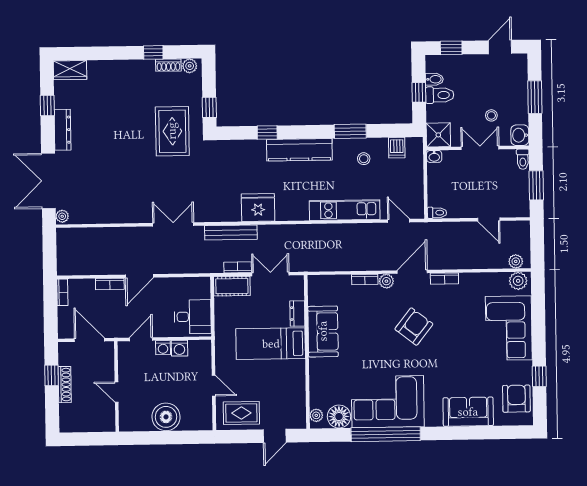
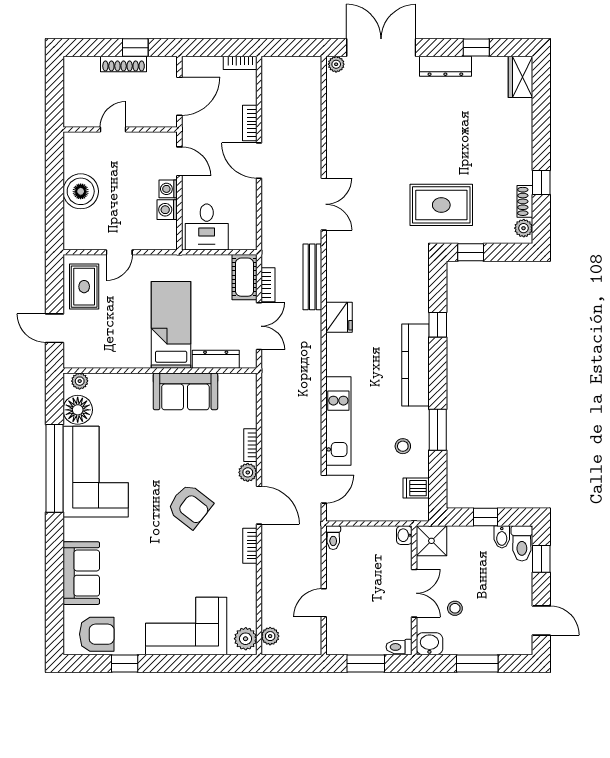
toilet: (440, 95) -> (522, 543), moved
fridge: (258, 207) -> (339, 317), width x0.73, depth x0.75
dresser: (297, 314) -> (216, 359), width x1.44

